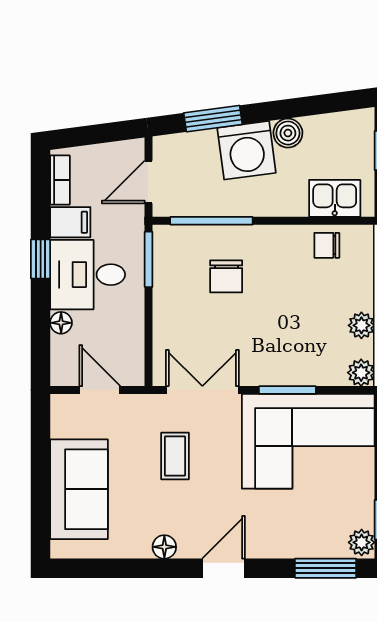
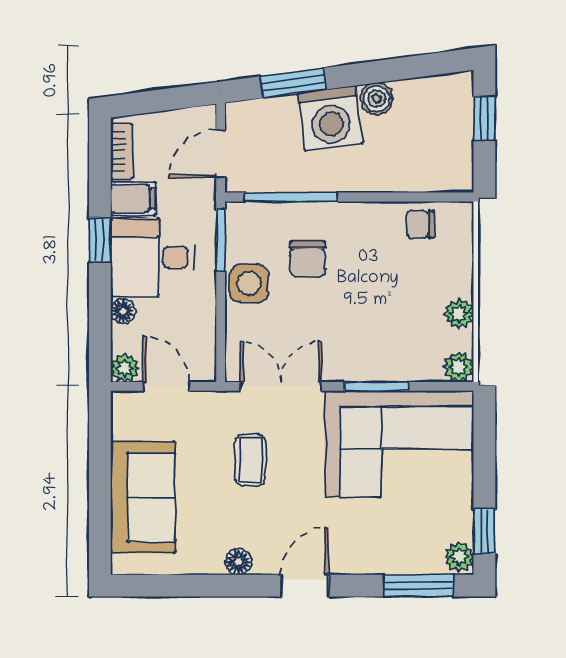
kitchen sink: (335, 198) -> (429, 172), removed
side table: (174, 298) -> (249, 283), added
plant: (63, 374) -> (125, 368), added

